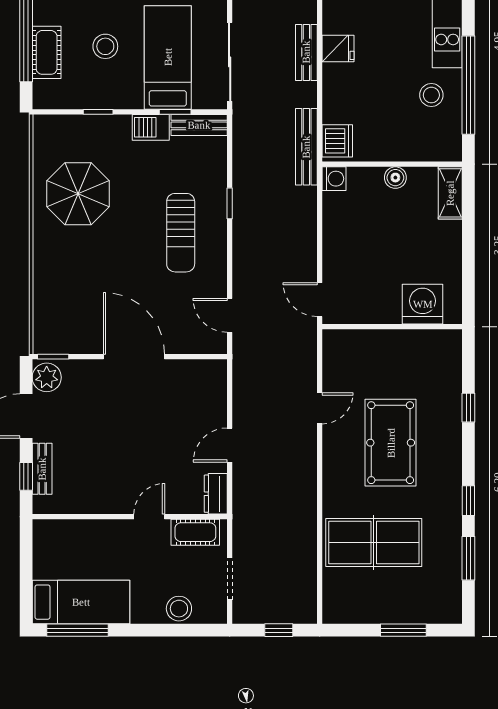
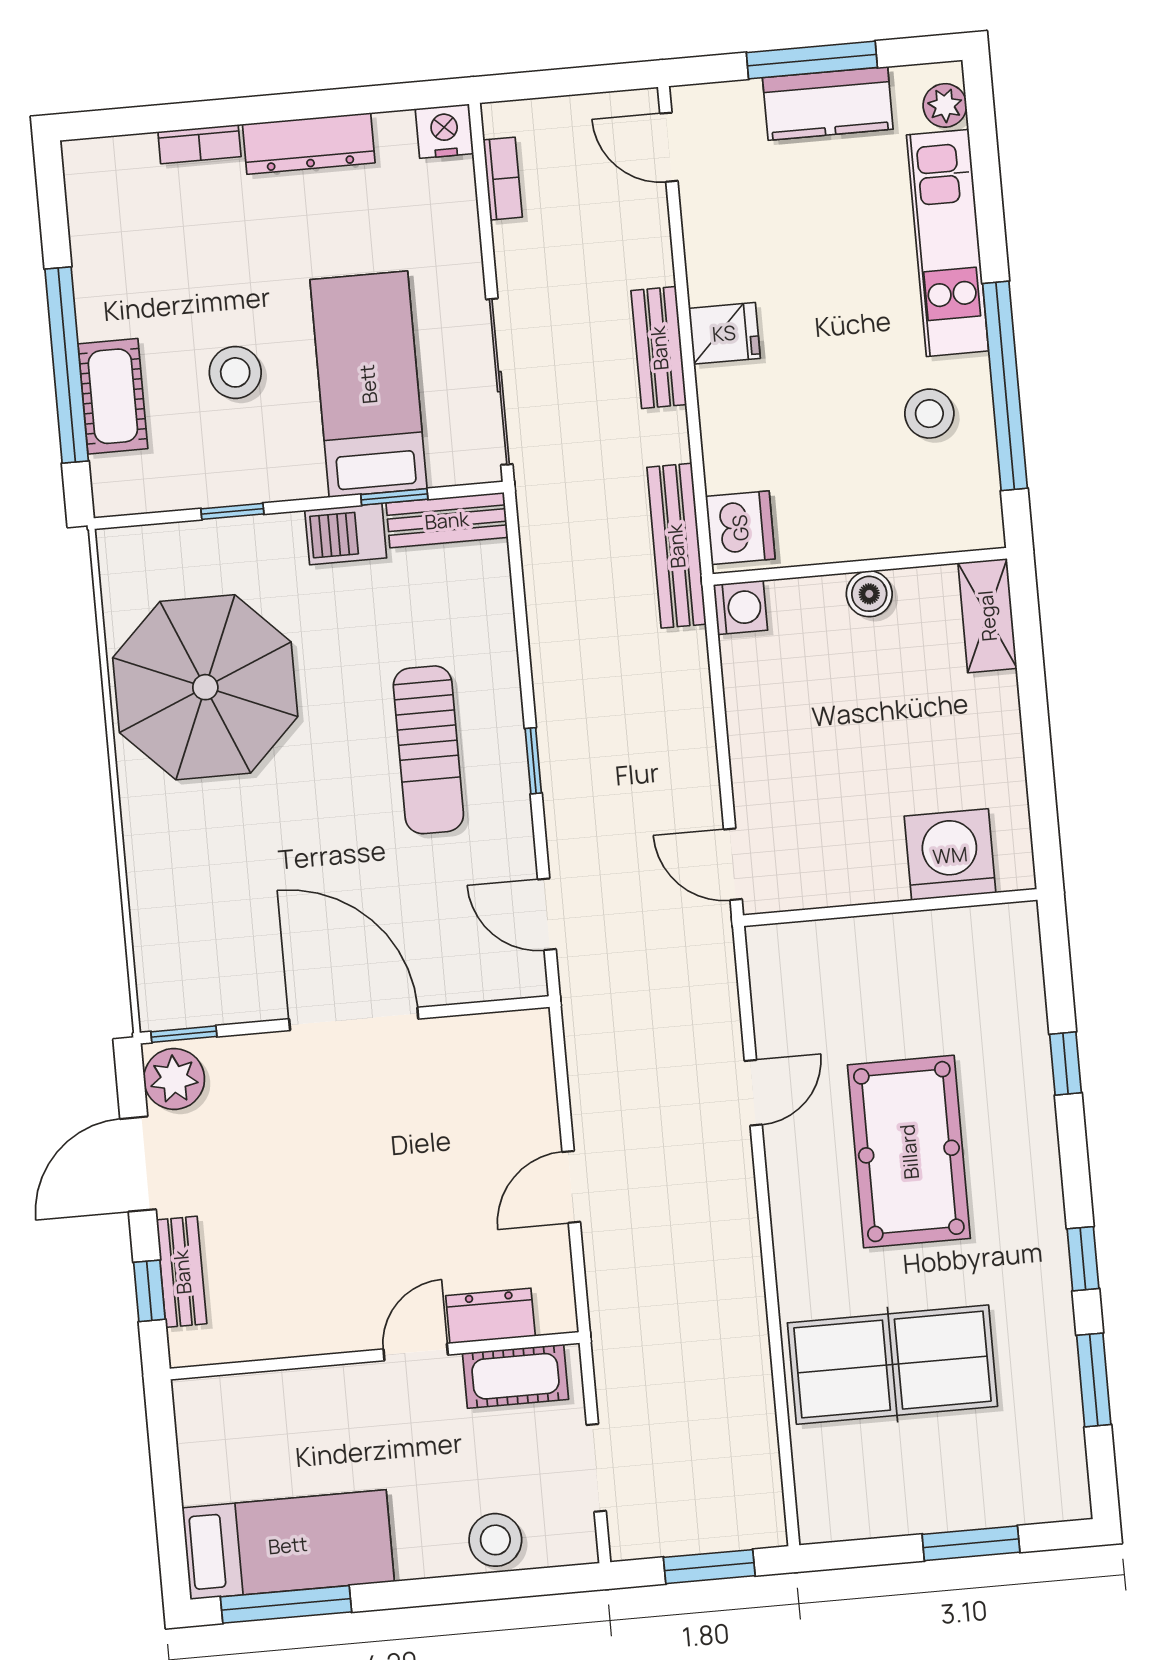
parasol: (78, 194) -> (205, 687), width x1.36, depth x1.36
window: (230, 203) -> (533, 761), moved
dresser: (216, 494) -> (490, 1316), moved, turned 90
window: (279, 630) -> (709, 1567), width x1.50

